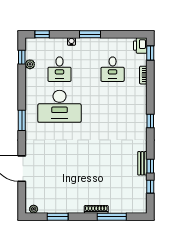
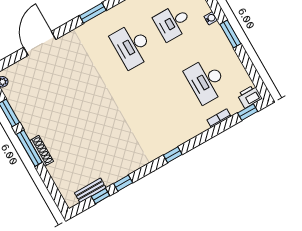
desk: (113, 69) -> (206, 81), width x1.37
desk: (60, 106) -> (132, 46), width x0.73, depth x0.77
bench: (142, 163) -> (90, 190), moved
window: (112, 217) -> (29, 148), moved

